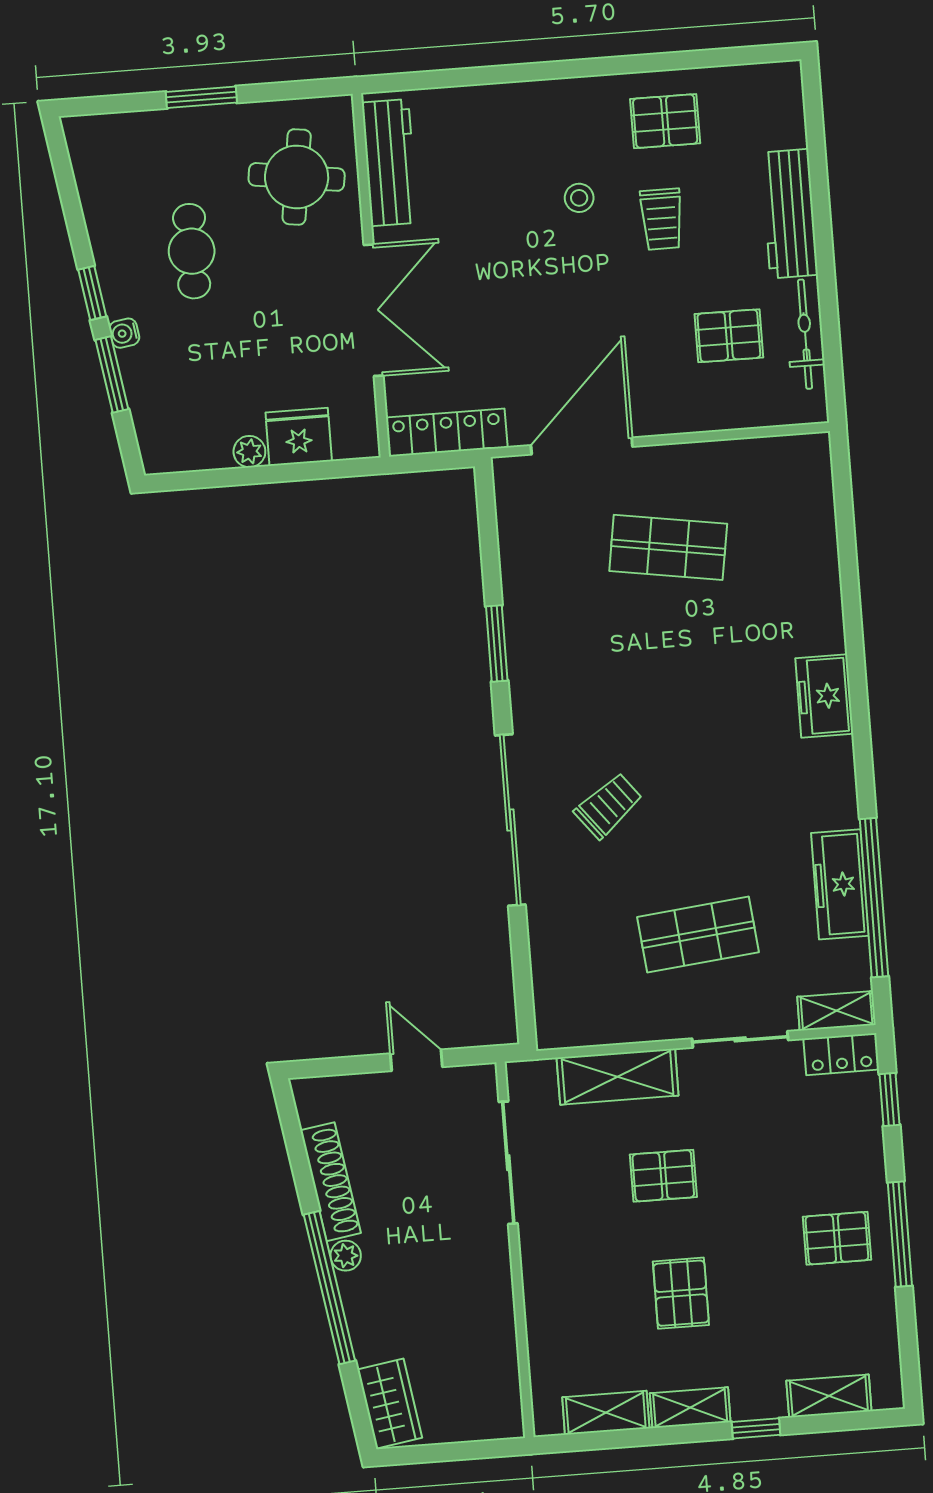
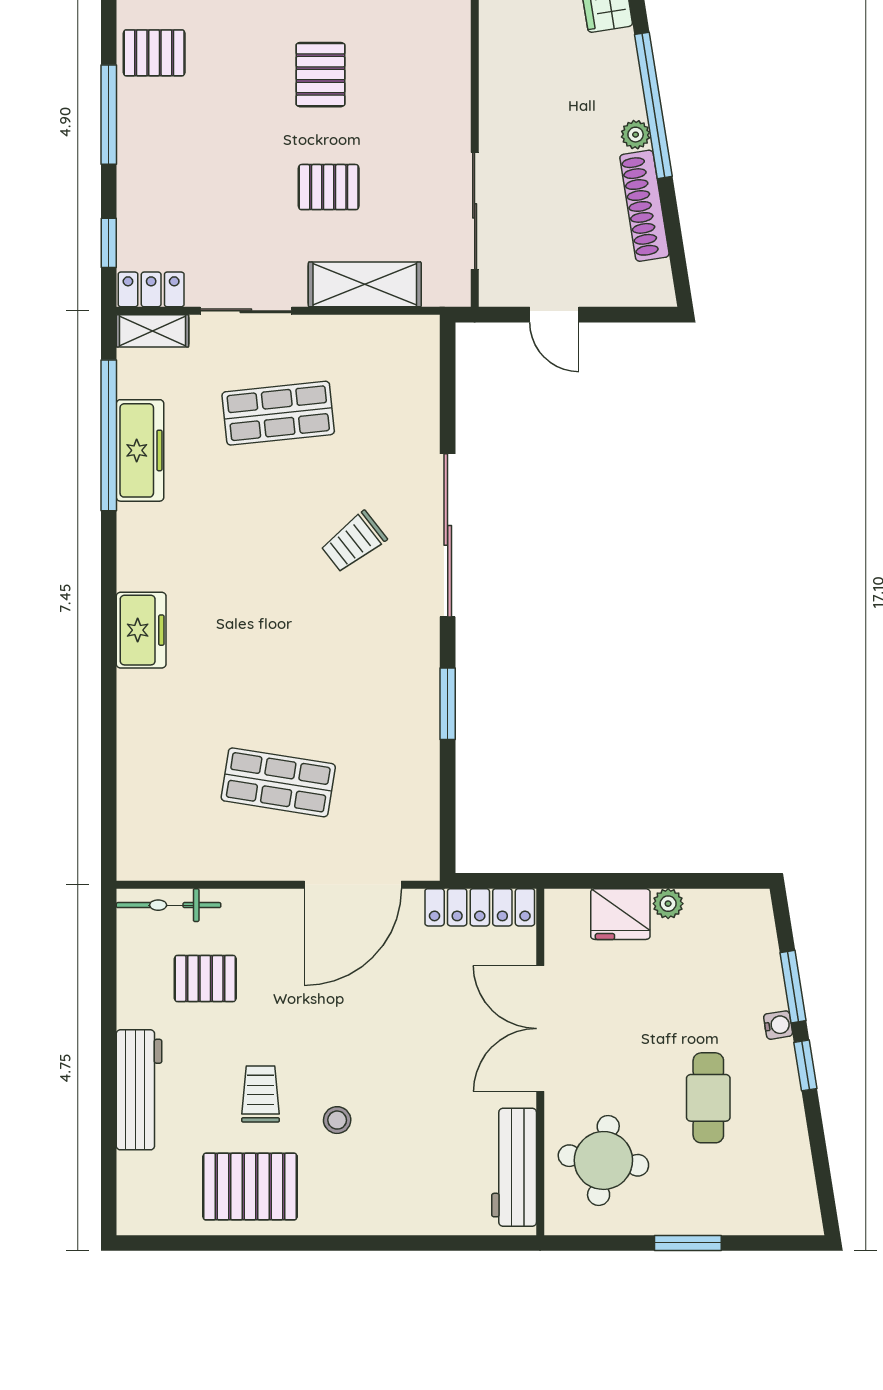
pallet: (665, 121) -> (250, 1187), width x1.50, depth x1.42
bicycle: (805, 334) -> (169, 905), moved, turned 90
pallet: (837, 1238) -> (154, 53), moved

